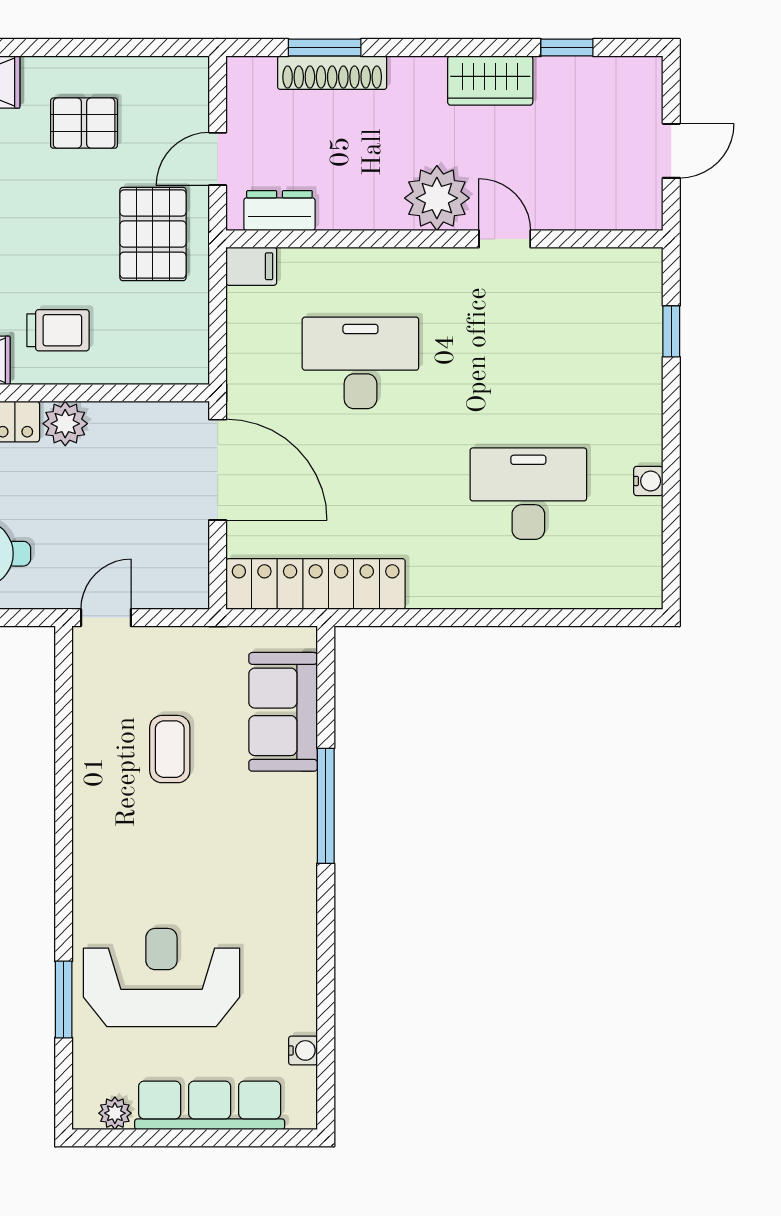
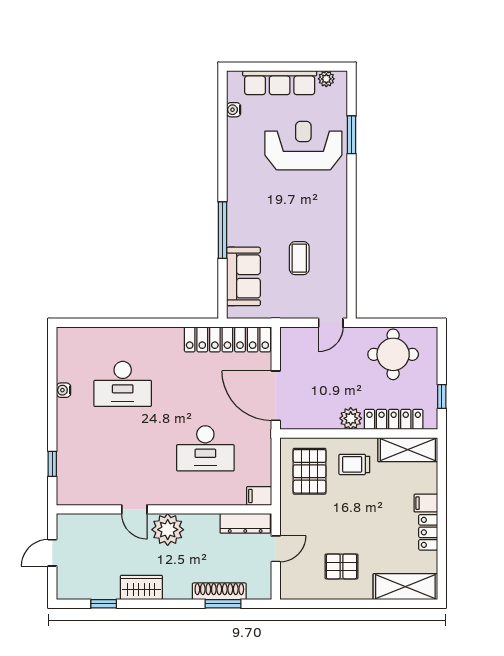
dresser: (279, 211) -> (245, 523), width x1.44
pallet: (153, 234) -> (310, 471), moved
reception desk: (161, 978) -> (303, 146), turned 180

